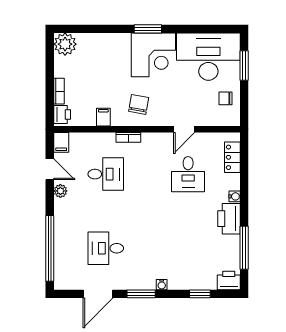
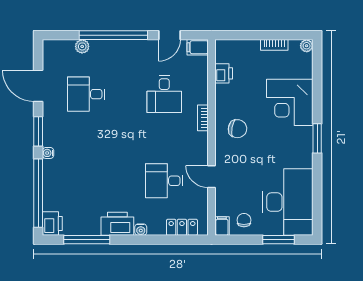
plant: (65, 44) -> (307, 46), width x0.53, depth x0.53
corner desk: (153, 55) -> (290, 102), moved
bookcase: (59, 91) -> (274, 45), moved
printer: (62, 115) -> (224, 73), moved, turned -90
filing cabinet: (103, 117) -> (222, 226), moved, turned -90
plant: (60, 191) -> (82, 46), moved
window: (50, 248) -> (113, 35), moved
desk: (106, 248) -> (86, 94), turned -90
window: (200, 294) -> (38, 193), width x3.17

